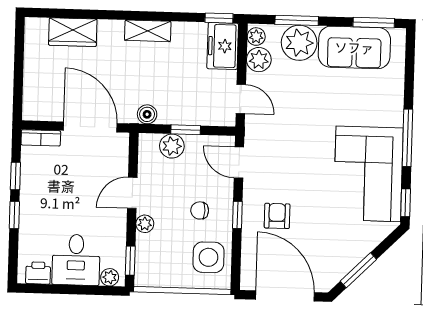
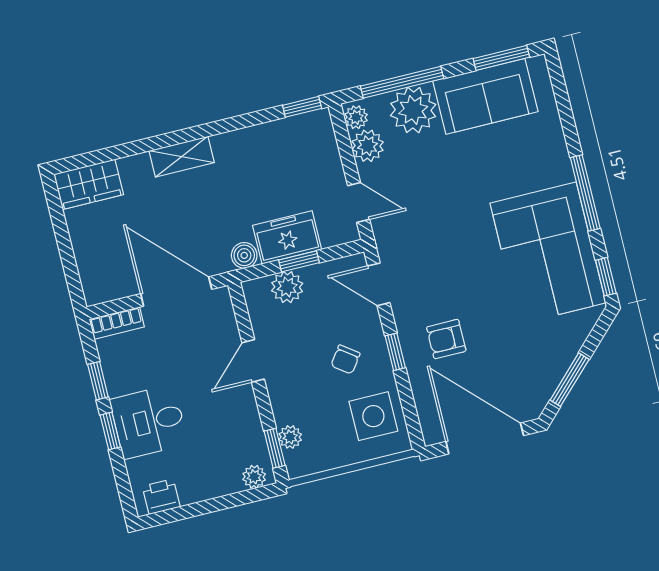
window: (297, 20) -> (402, 82), width x1.44
shelving: (148, 31) -> (182, 157), moved
wardrobe: (73, 32) -> (89, 184), moved
freezer: (223, 46) -> (287, 237), moved, turned 90
chair: (200, 210) -> (345, 359), turned -54
armchair: (277, 216) -> (446, 339), turned -90
plant: (145, 224) -> (290, 437), moved
desk: (76, 260) -> (149, 422), moved, turned 90

